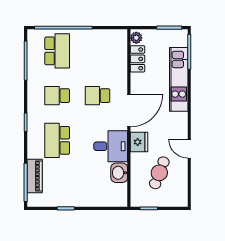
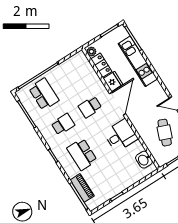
school desk: (57, 96) -> (63, 124), turned 180
fridge: (139, 142) -> (113, 81), moved
washbasin: (119, 173) -> (144, 160), moved

